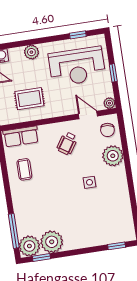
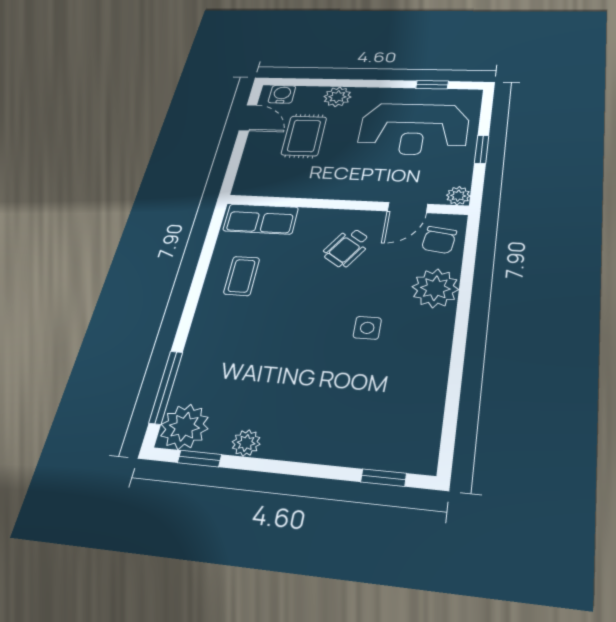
rug: (29, 99) -> (304, 136), moved, turned 90
door: (88, 115) -> (407, 208), swing flipped
plant: (52, 242) -> (246, 443), width x0.53, depth x0.53

